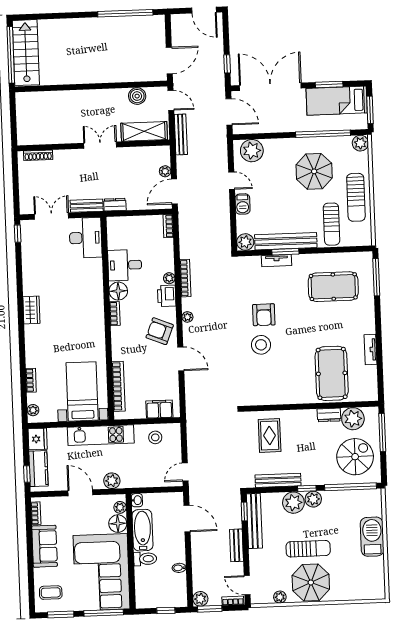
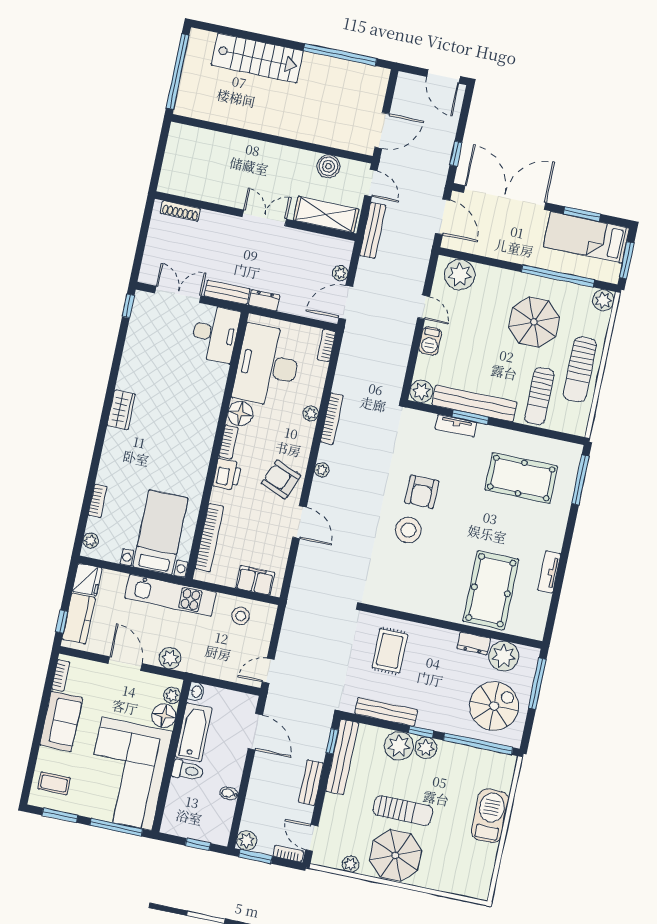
stairs: (26, 53) -> (257, 58), moved, turned 90
desk: (125, 265) -> (267, 366), width x1.87, depth x1.30
printer: (167, 296) -> (227, 474), moved, turned 180

